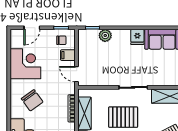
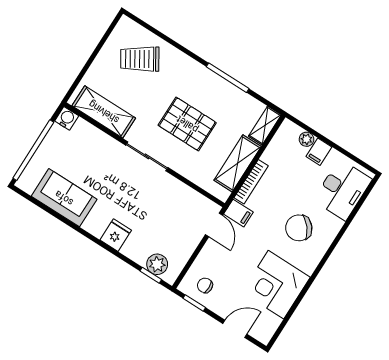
plant: (105, 35) -> (157, 264), moved
fridge: (137, 37) -> (116, 235), moved
filing cabinet: (68, 55) -> (238, 213), moved
chair: (32, 100) -> (299, 228), turned -94

